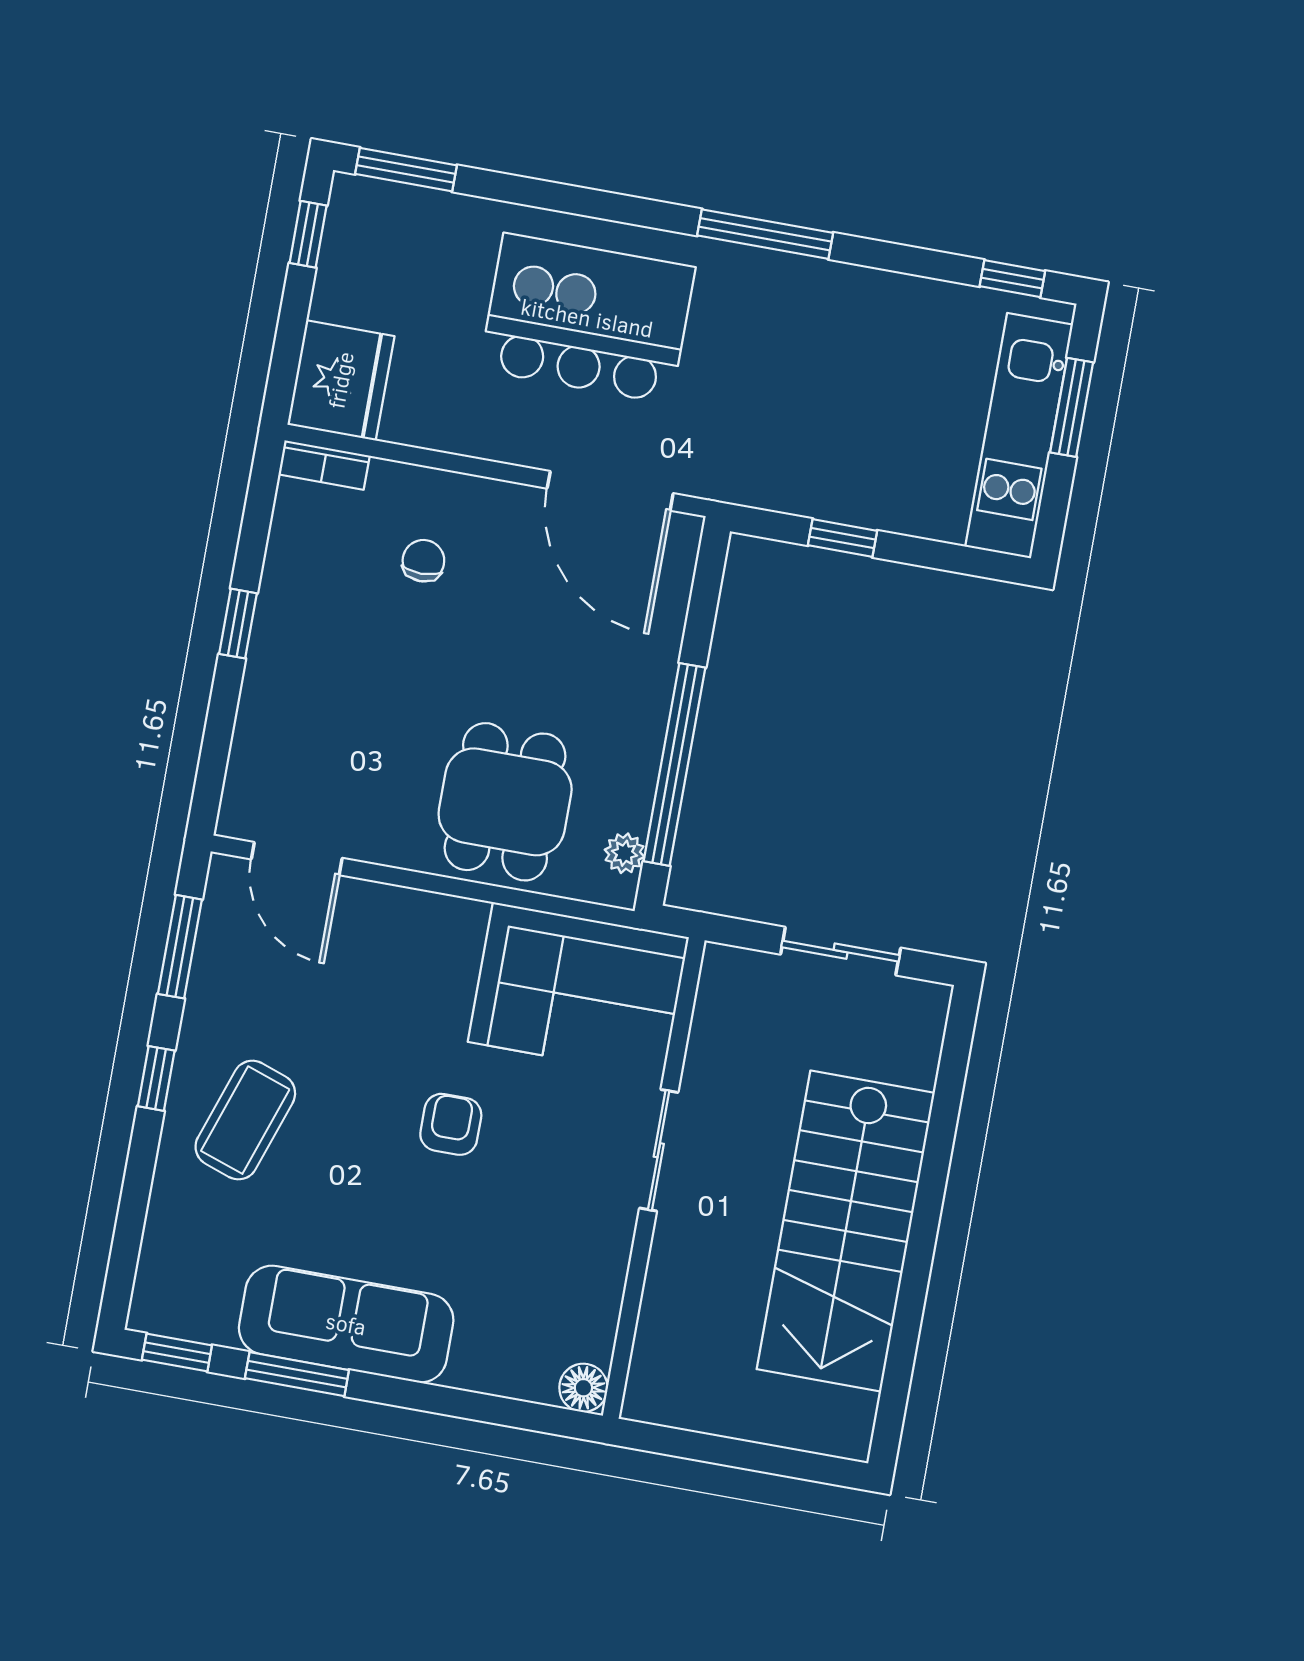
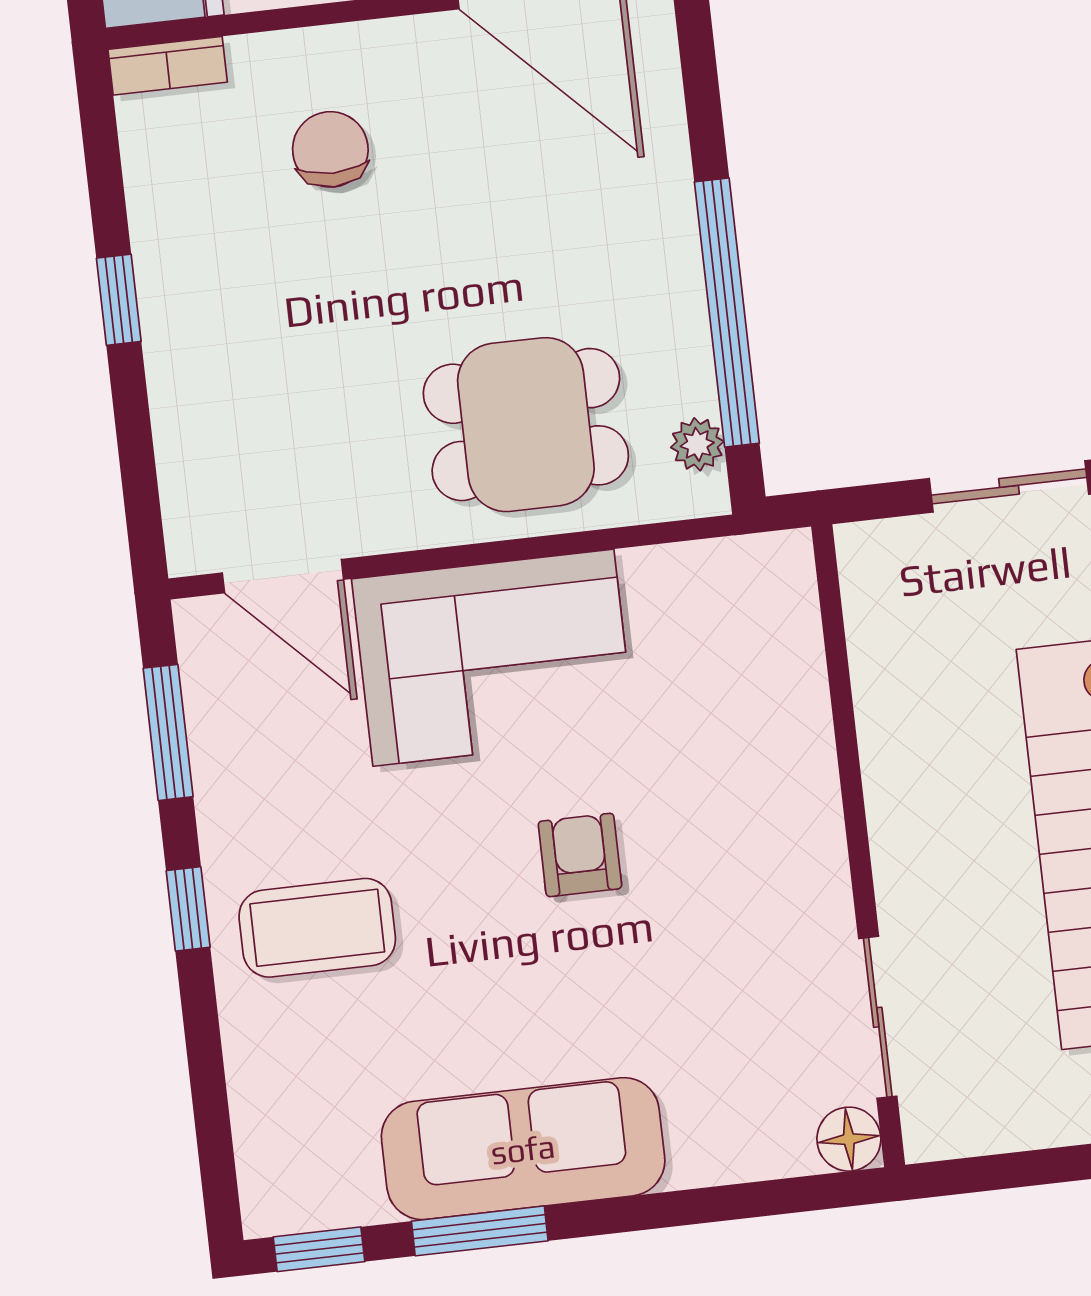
chair: (423, 561) -> (330, 149), width x1.37, depth x1.37
dining table: (505, 802) -> (526, 425), turned 90
corner sofa: (578, 990) -> (493, 658), moved
coffee table: (245, 1120) -> (317, 928), turned 71
sliding door: (659, 1150) -> (878, 1017), moved

